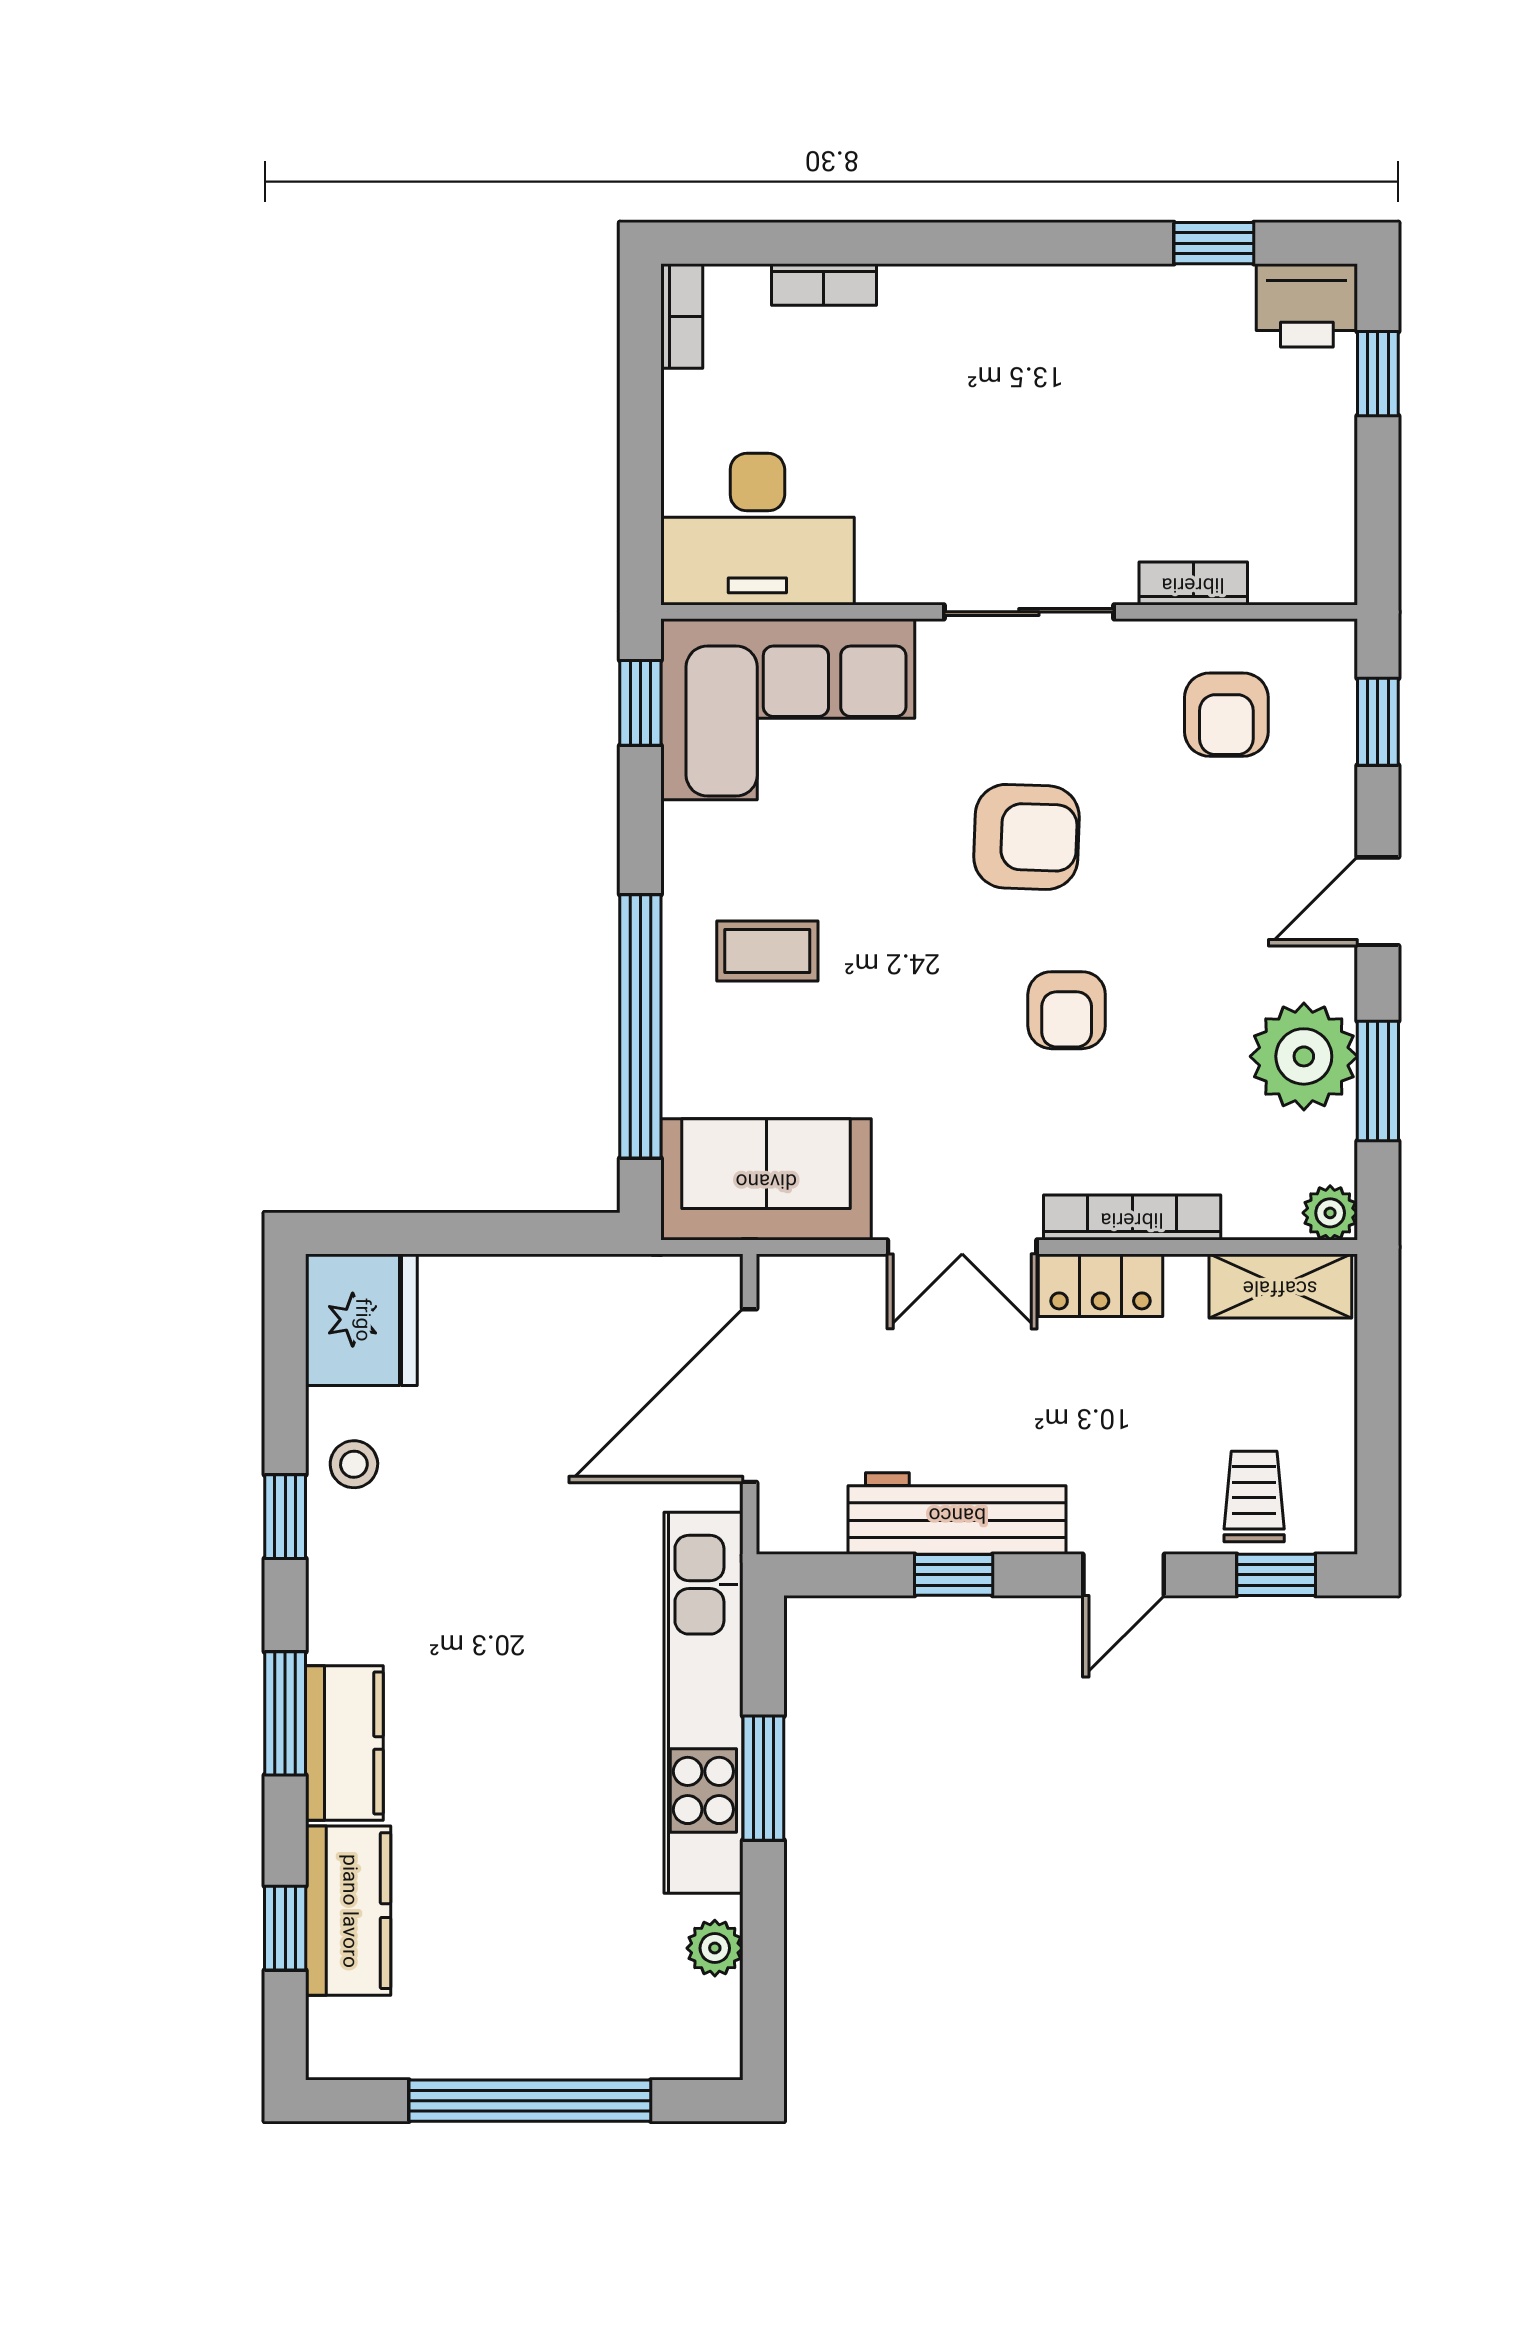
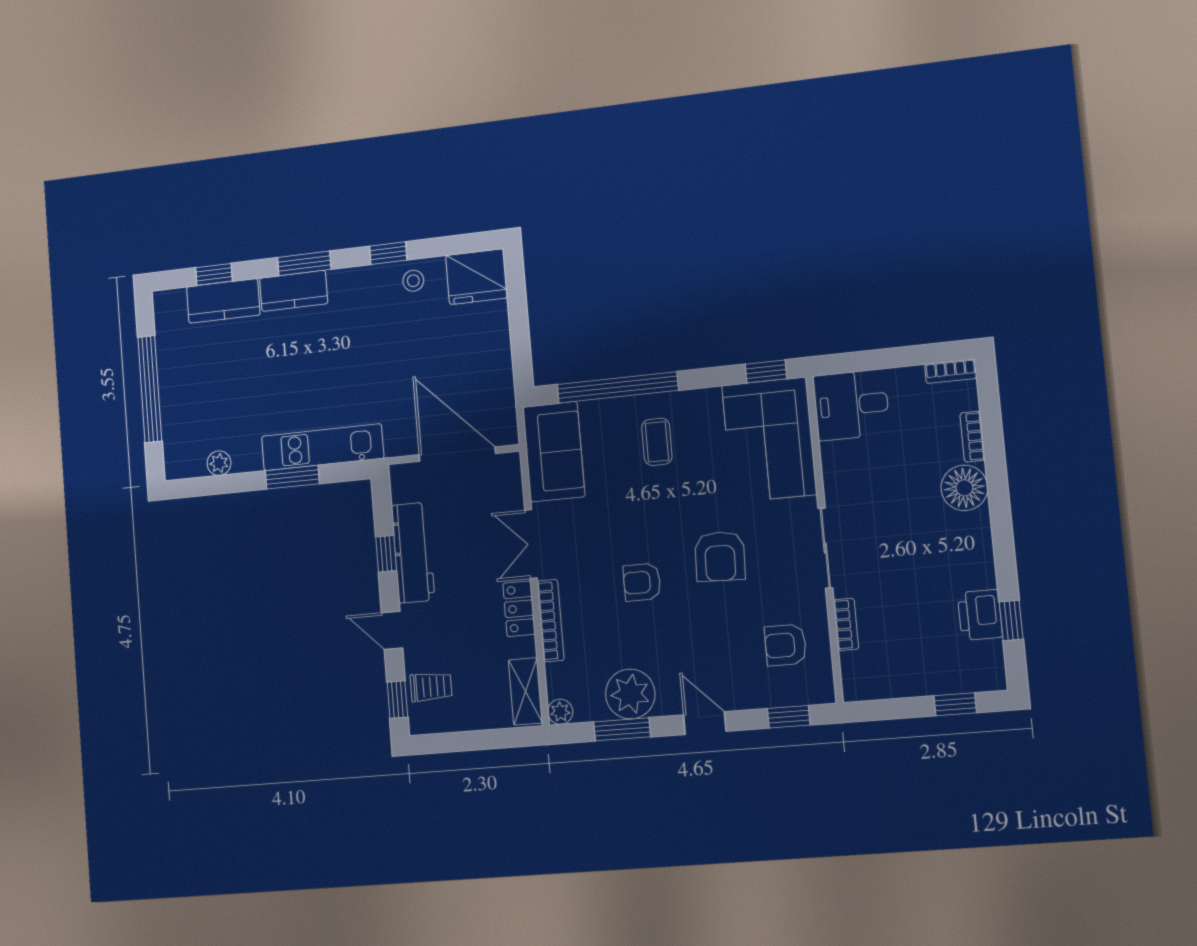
printer: (1307, 305) -> (980, 615), moved
floor lamp: (930, 311) -> (964, 488), added
desk: (757, 529) -> (851, 405), width x0.73
kitchen unit: (703, 1703) -> (322, 447), width x0.73

